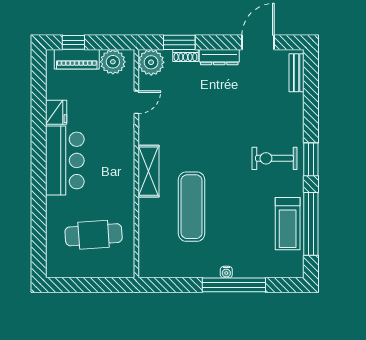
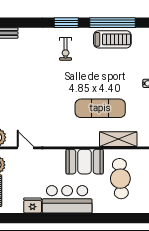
exercise bike: (274, 158) -> (66, 49), width x0.73, depth x0.72
shelving: (149, 171) -> (118, 139), moved
booth: (117, 185) -> (85, 162), added

